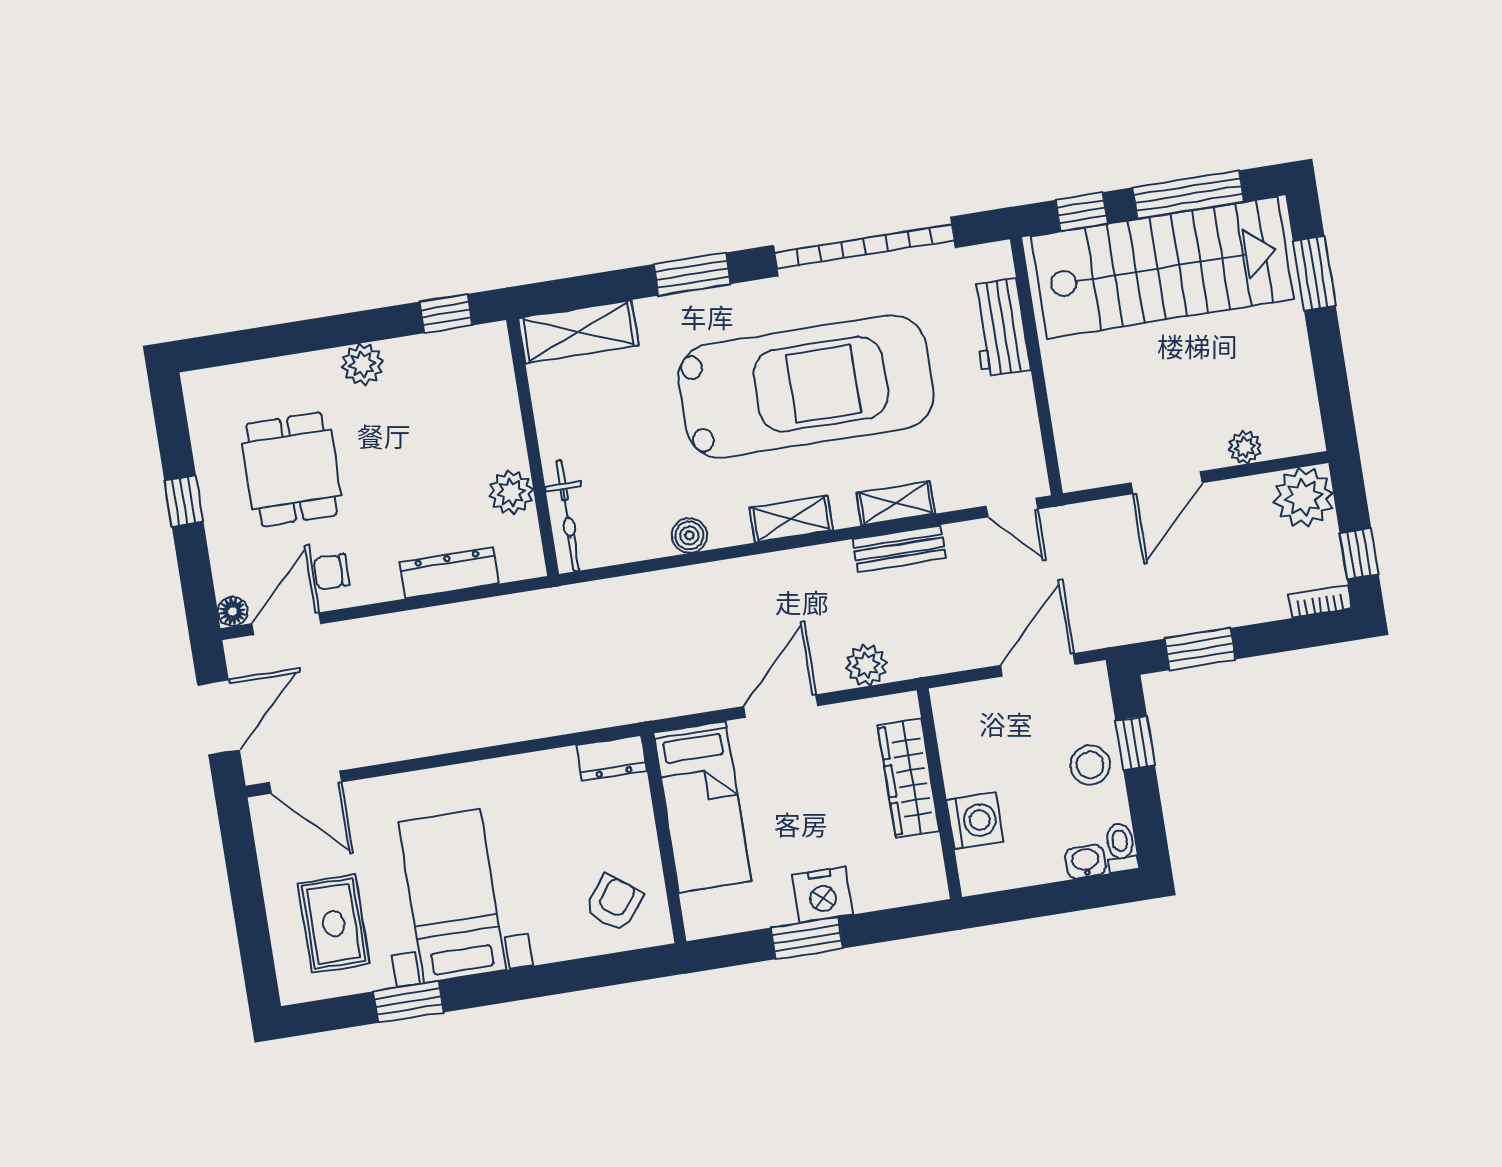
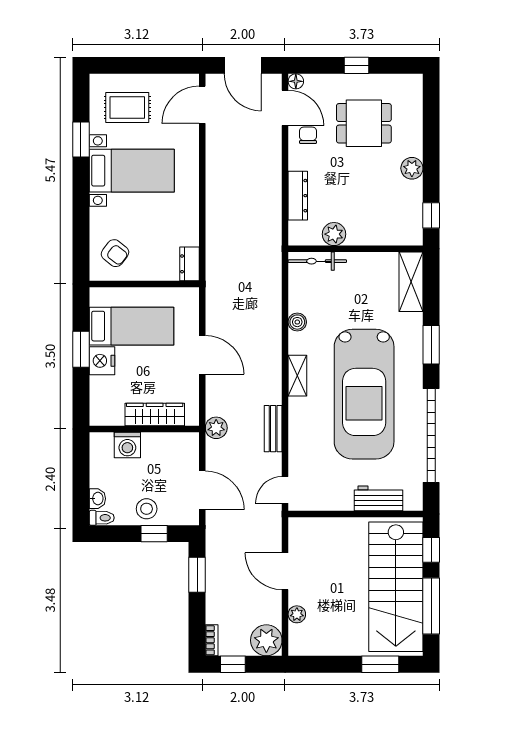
shelving: (896, 503) -> (297, 431), removed
plant: (866, 665) -> (216, 428), moved
bed: (702, 807) -> (131, 326), moved, turned 180

